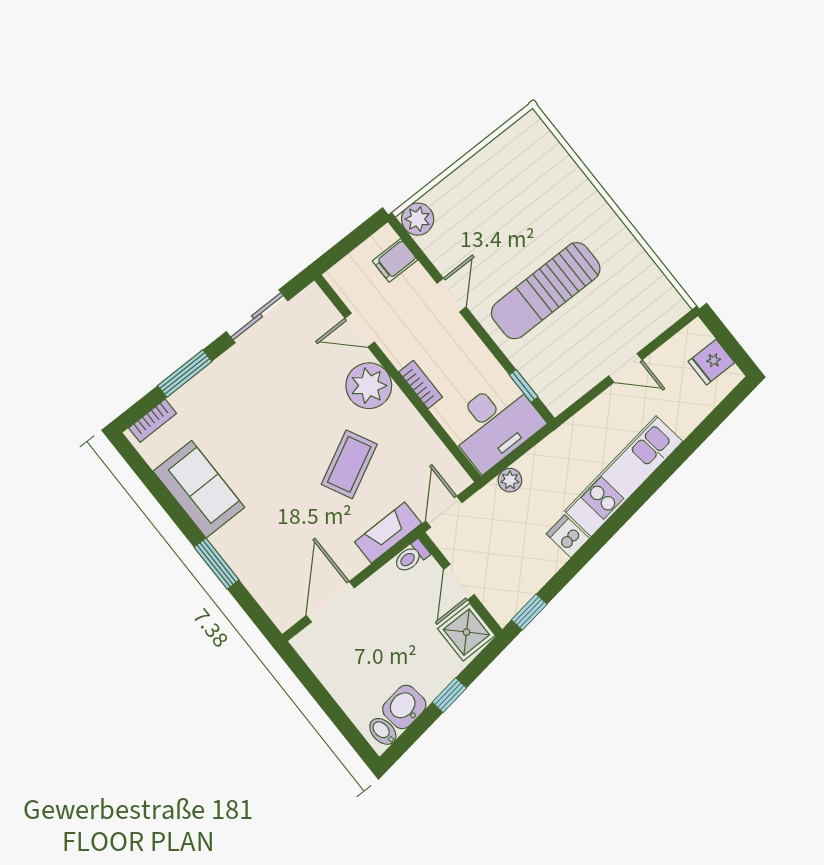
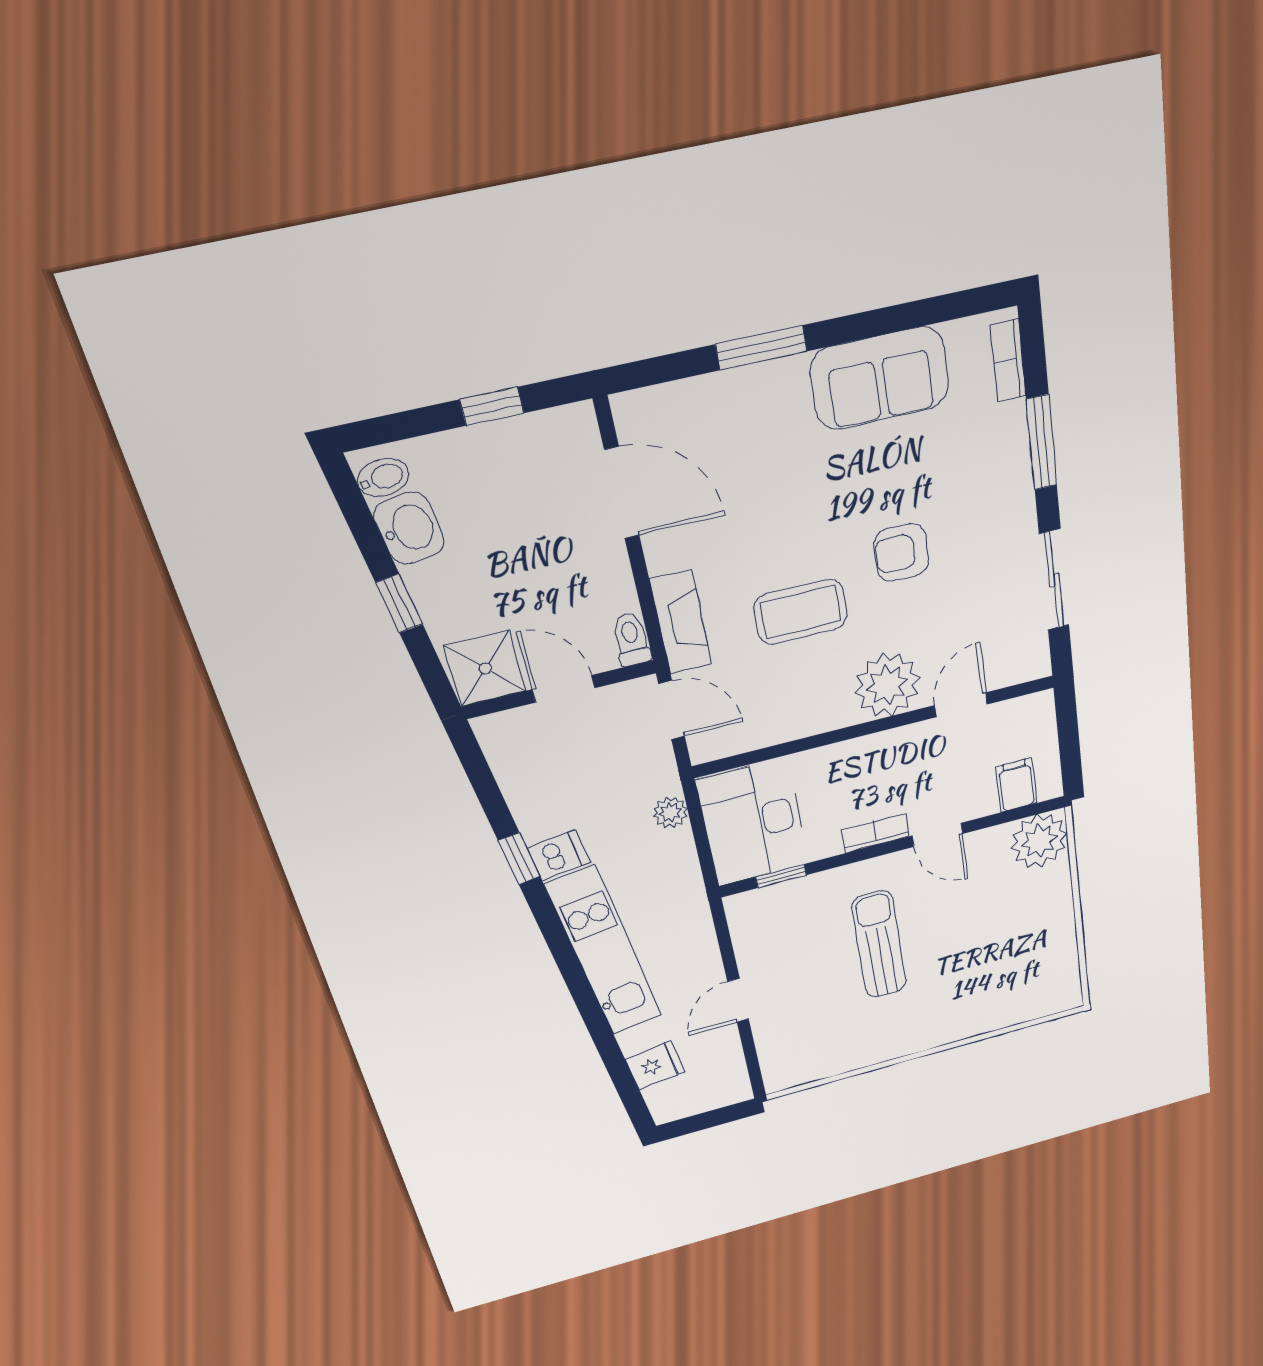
plant: (418, 219) -> (1039, 841), width x1.36, depth x1.36
sun lounger: (546, 291) -> (879, 945), width x0.73, depth x0.75
fridge: (711, 362) -> (655, 1065), moved, turned 82
bookcase: (421, 385) -> (876, 833), moved, turned 180
armchair: (286, 422) -> (901, 552), added
coffee table: (349, 464) -> (801, 612), turned -63
window: (529, 612) -> (519, 859), moved
window: (318, 691) -> (492, 406), added

